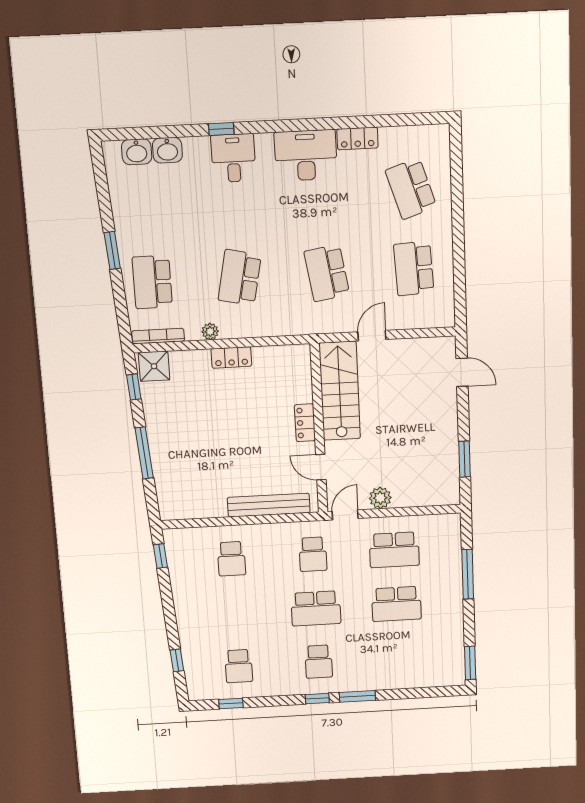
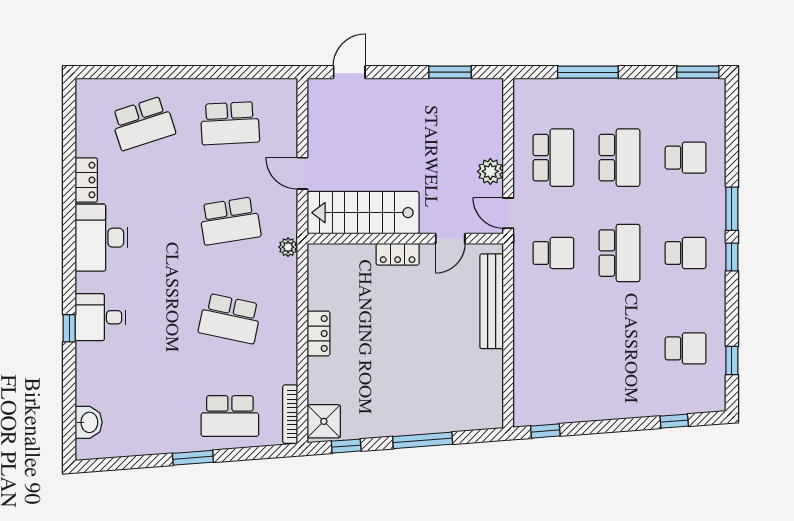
washbasin: (167, 150) -> (88, 389), removed
plant: (210, 331) -> (288, 247), moved
school desk: (231, 559) -> (686, 158), moved

